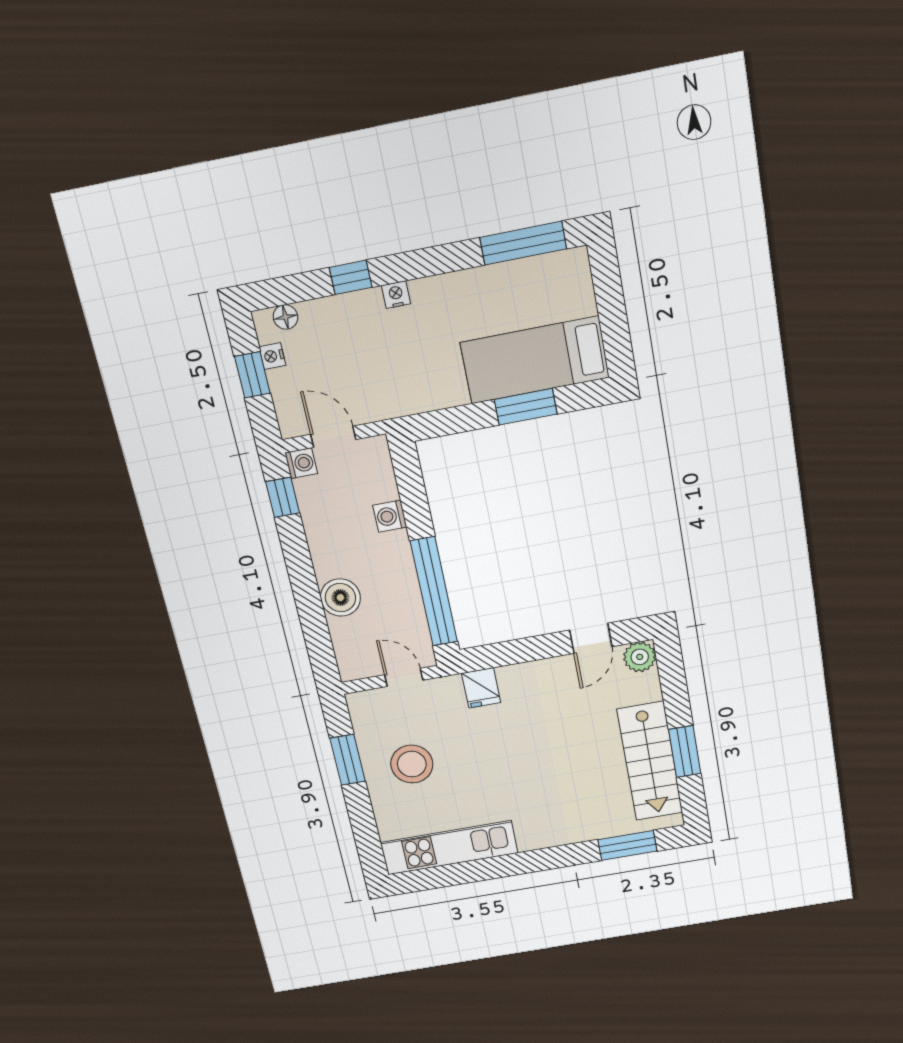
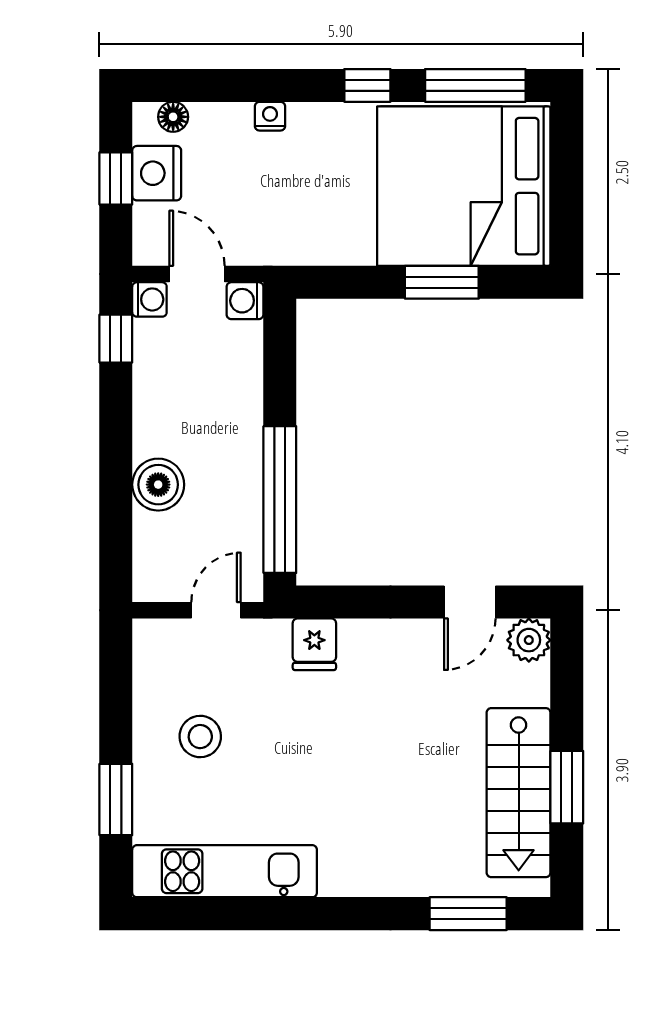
window: (351, 277) -> (367, 85), moved
nightstand: (396, 295) -> (270, 116), moved
nightstand: (272, 356) -> (157, 173), width x1.89, depth x1.79
bed: (535, 360) -> (464, 186), width x2.04
washing machine: (390, 516) -> (245, 301), moved
door: (404, 677) -> (216, 610), hinge flipped
window: (348, 760) -> (116, 800), moved
stool: (412, 764) -> (200, 737), width x0.73, depth x0.73

